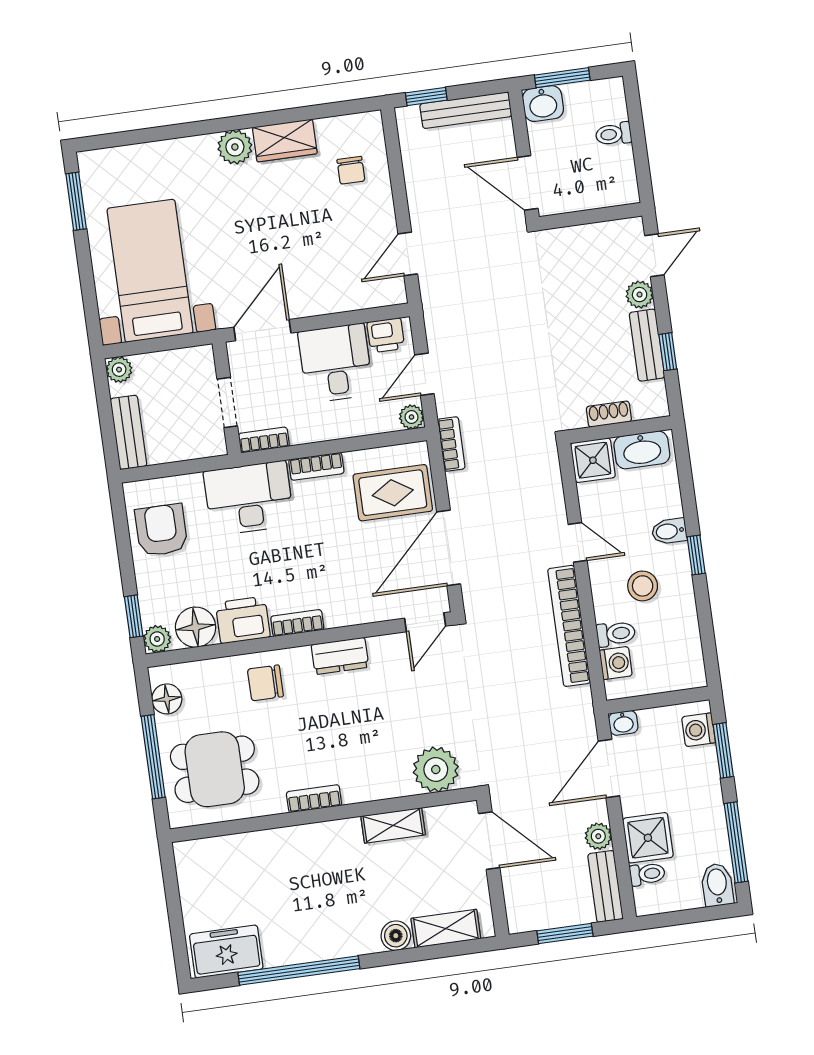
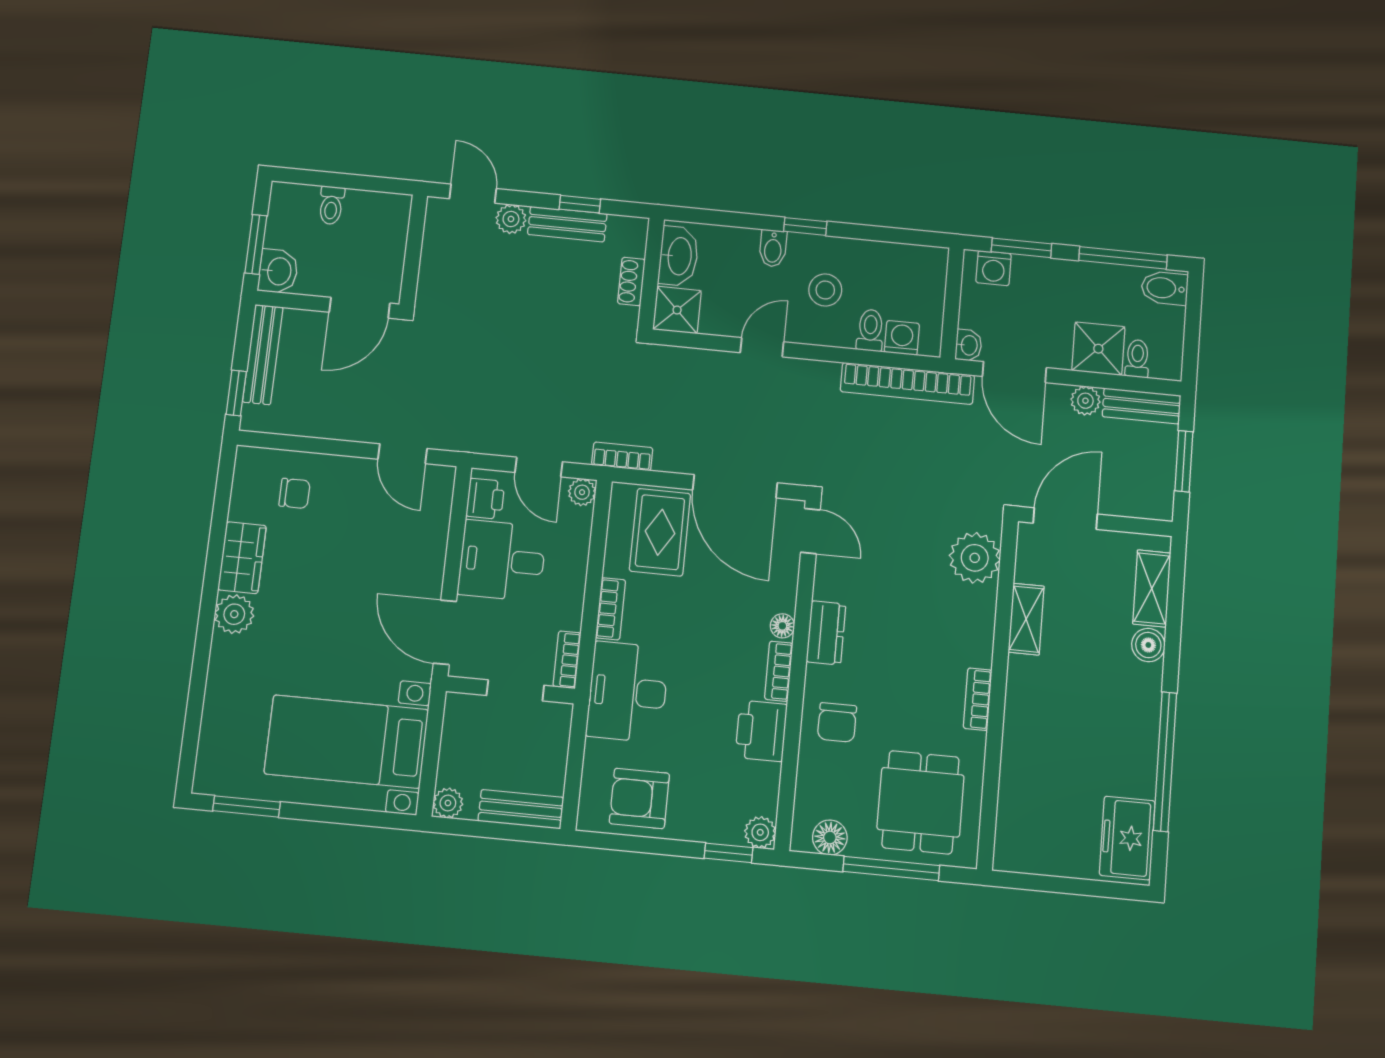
bookcase: (569, 626) -> (907, 383), moved
floor lamp: (196, 627) -> (782, 626), moved, width x0.53, depth x0.53

